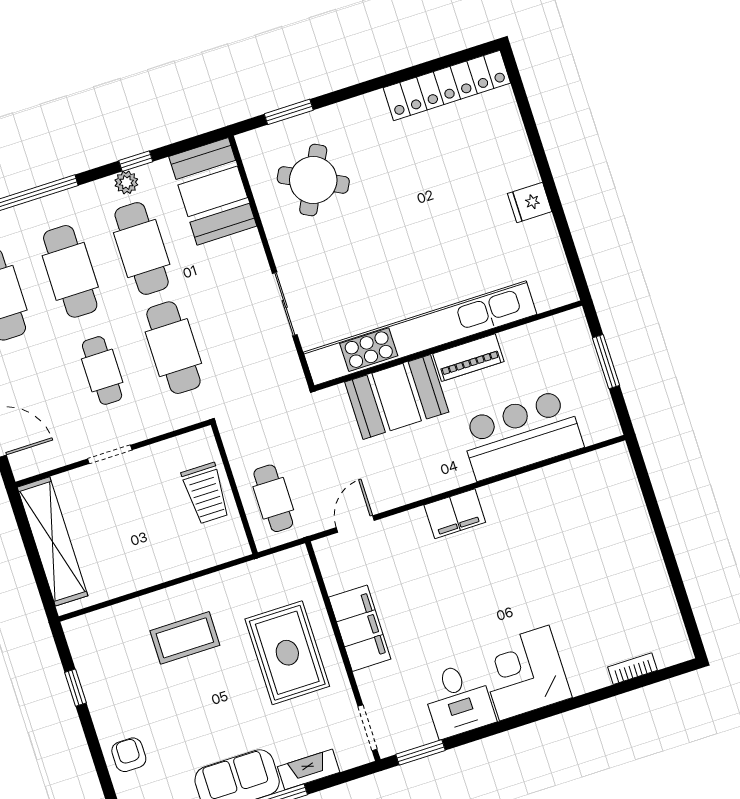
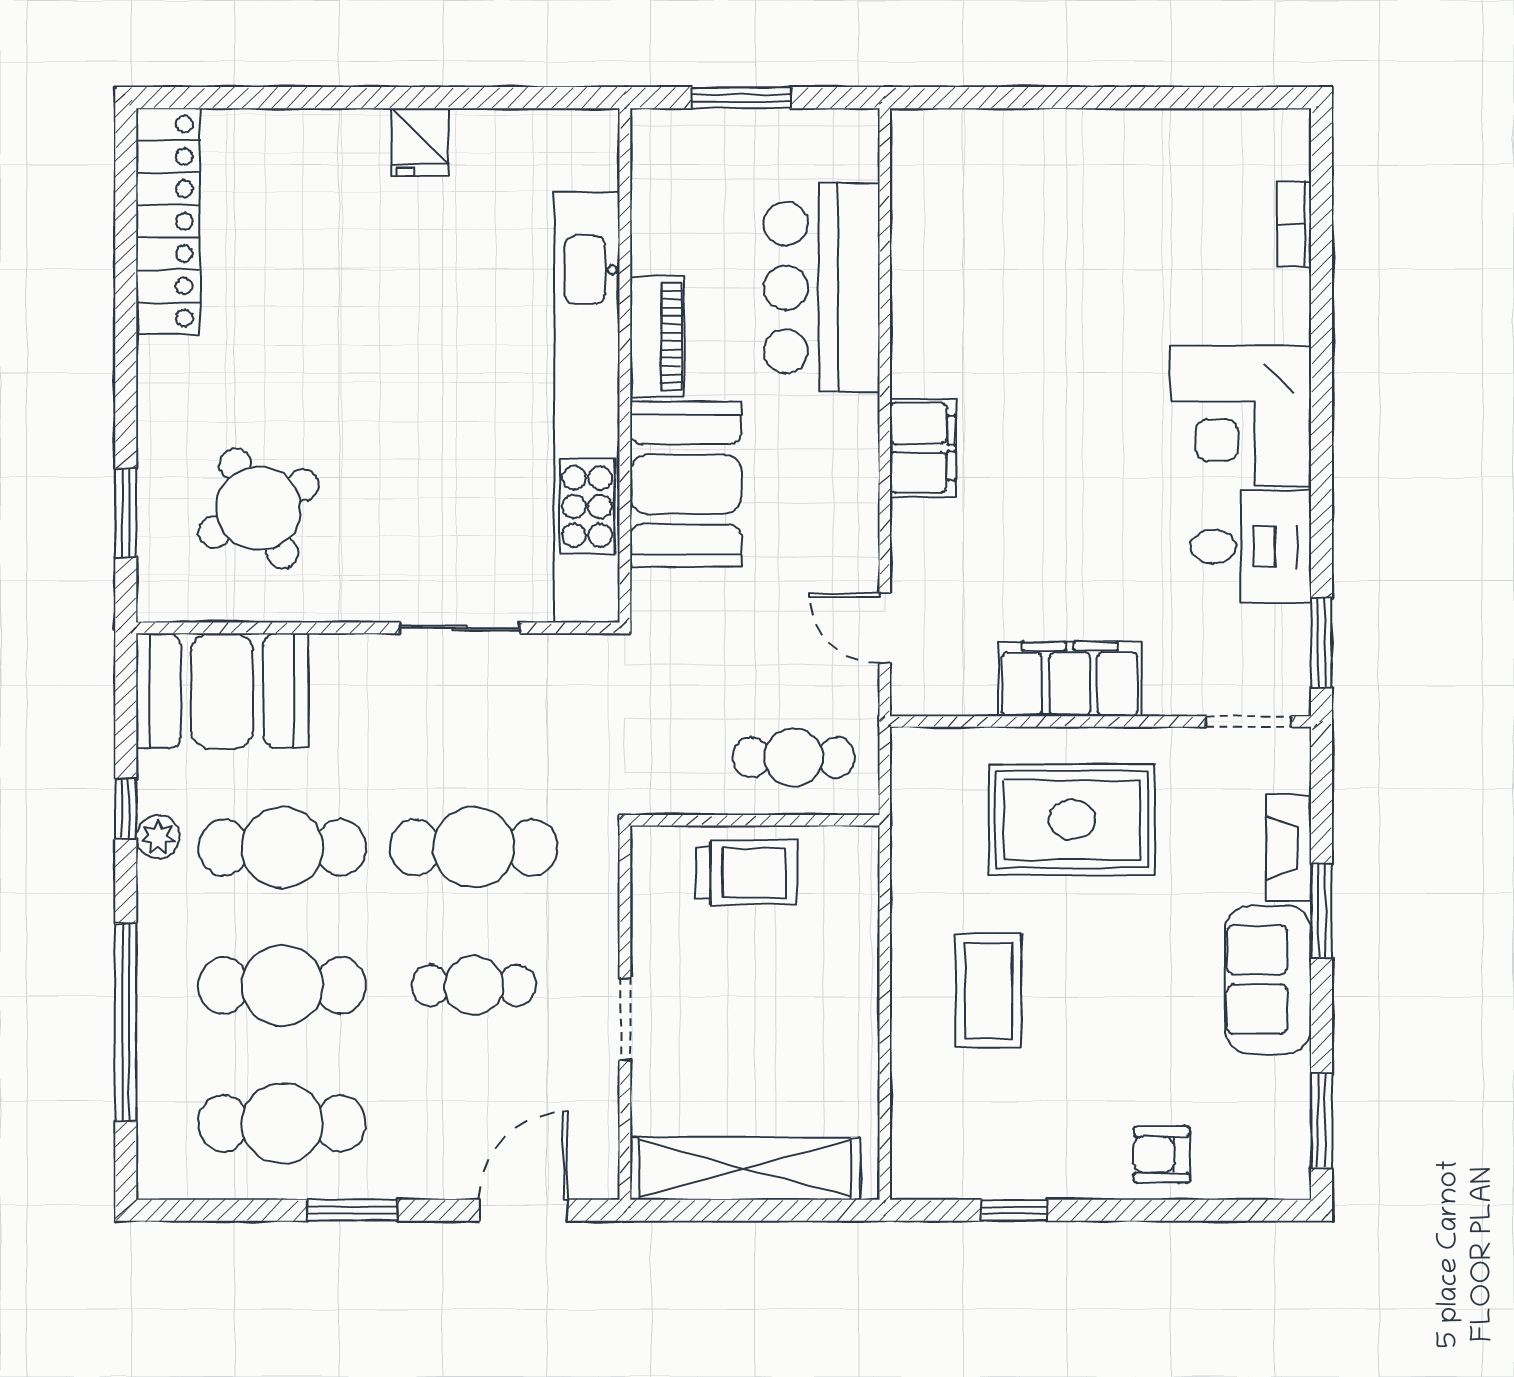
round table: (313, 180) -> (259, 508), turned 35

